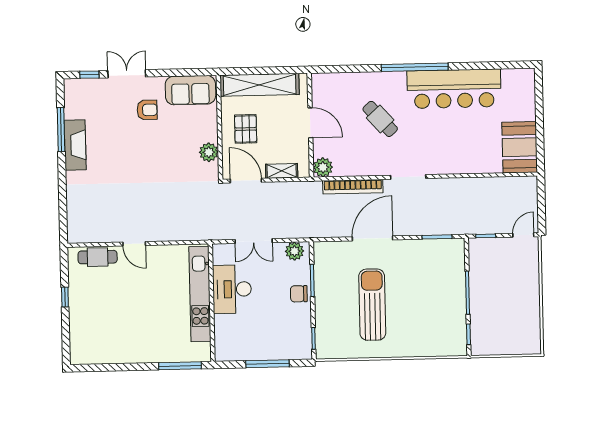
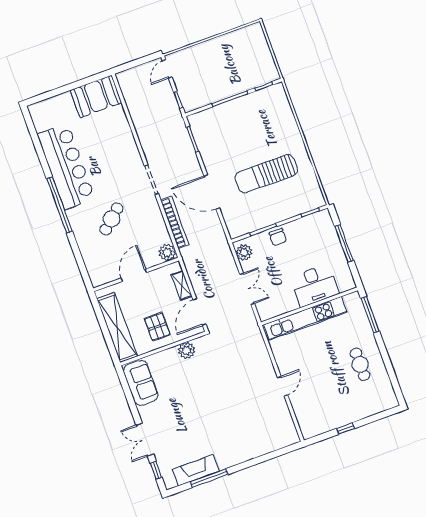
armchair: (147, 110) -> (169, 413), removed
pallet: (246, 129) -> (157, 327), turned 90
fireplace: (75, 145) -> (196, 470), moved
door: (523, 235) -> (167, 69), hinge flipped
cafe table: (98, 257) -> (360, 364), moved
desk: (232, 289) -> (315, 285), moved

